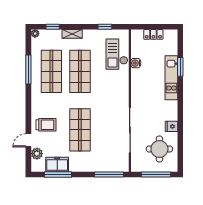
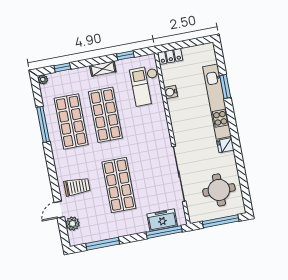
shelving: (72, 34) -> (103, 69), moved
locker: (153, 34) -> (170, 56), moved
kitchen unit: (171, 78) -> (217, 102), width x1.36
fridge: (171, 126) -> (225, 145), moved
freezer: (57, 164) -> (162, 220), moved

